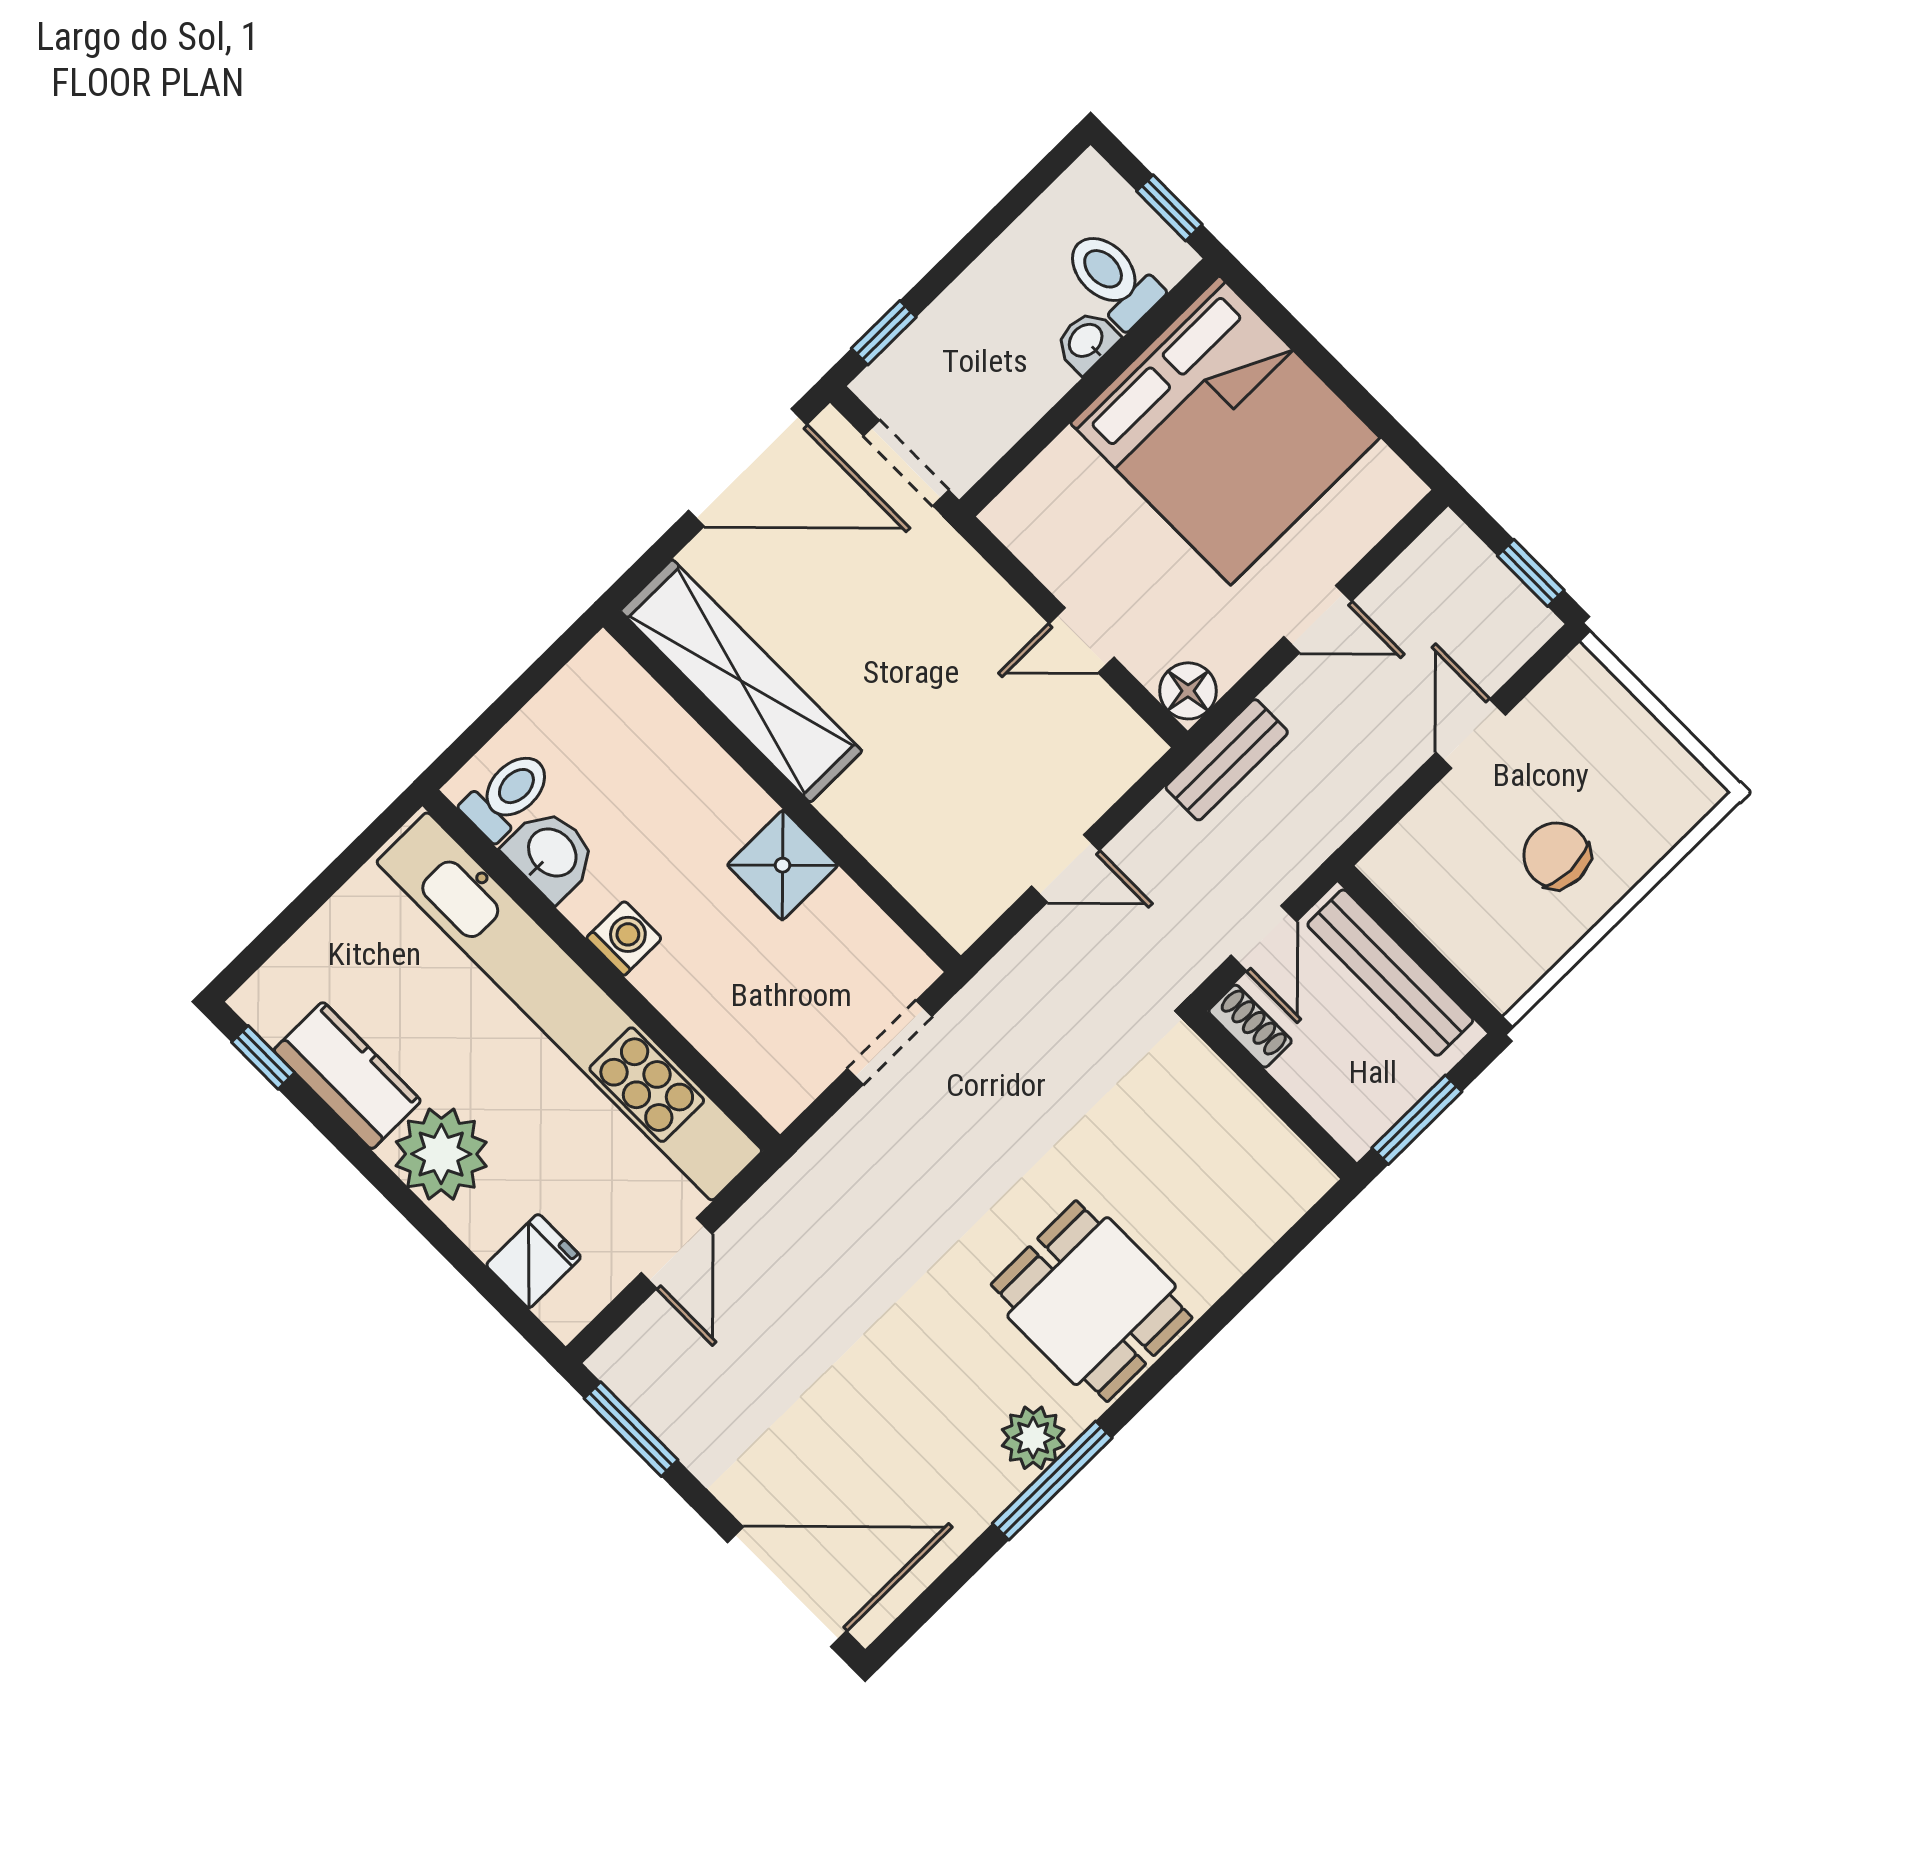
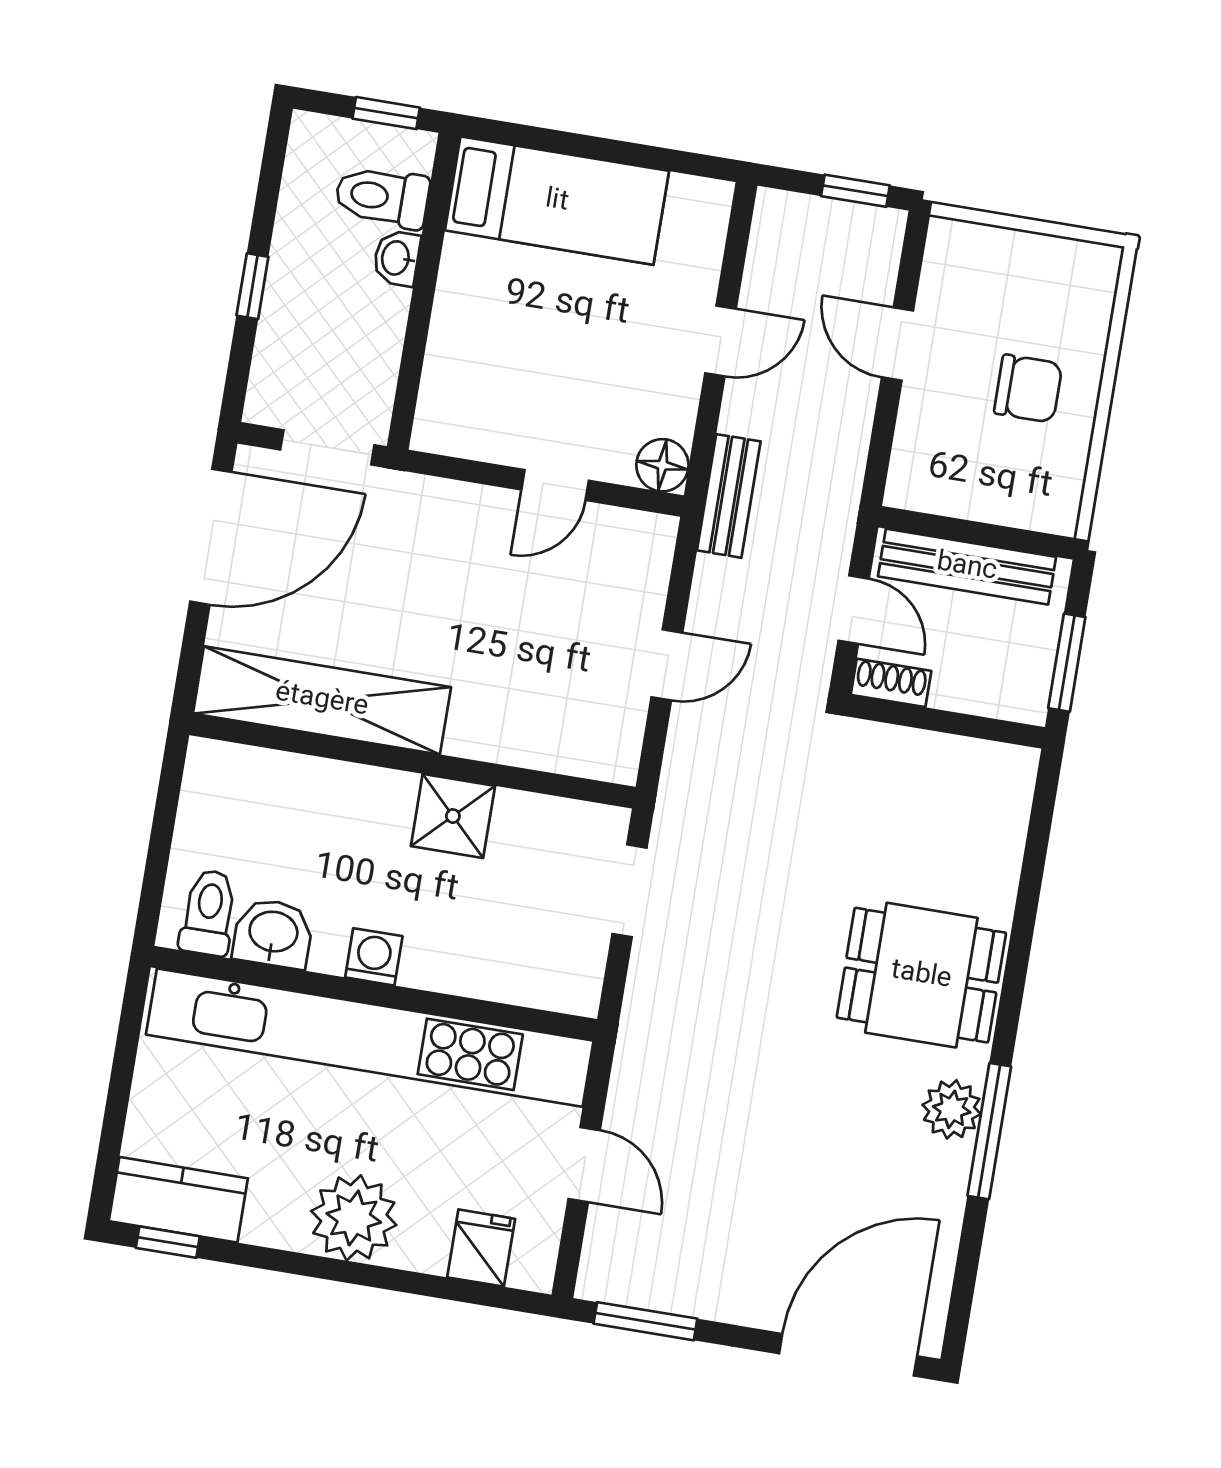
window: (884, 333) -> (252, 286), moved
bed: (1225, 430) -> (557, 201), width x0.49
chair: (1557, 855) -> (1028, 389), turned 180
kitchen counter: (347, 1076) -> (178, 1200), moved

